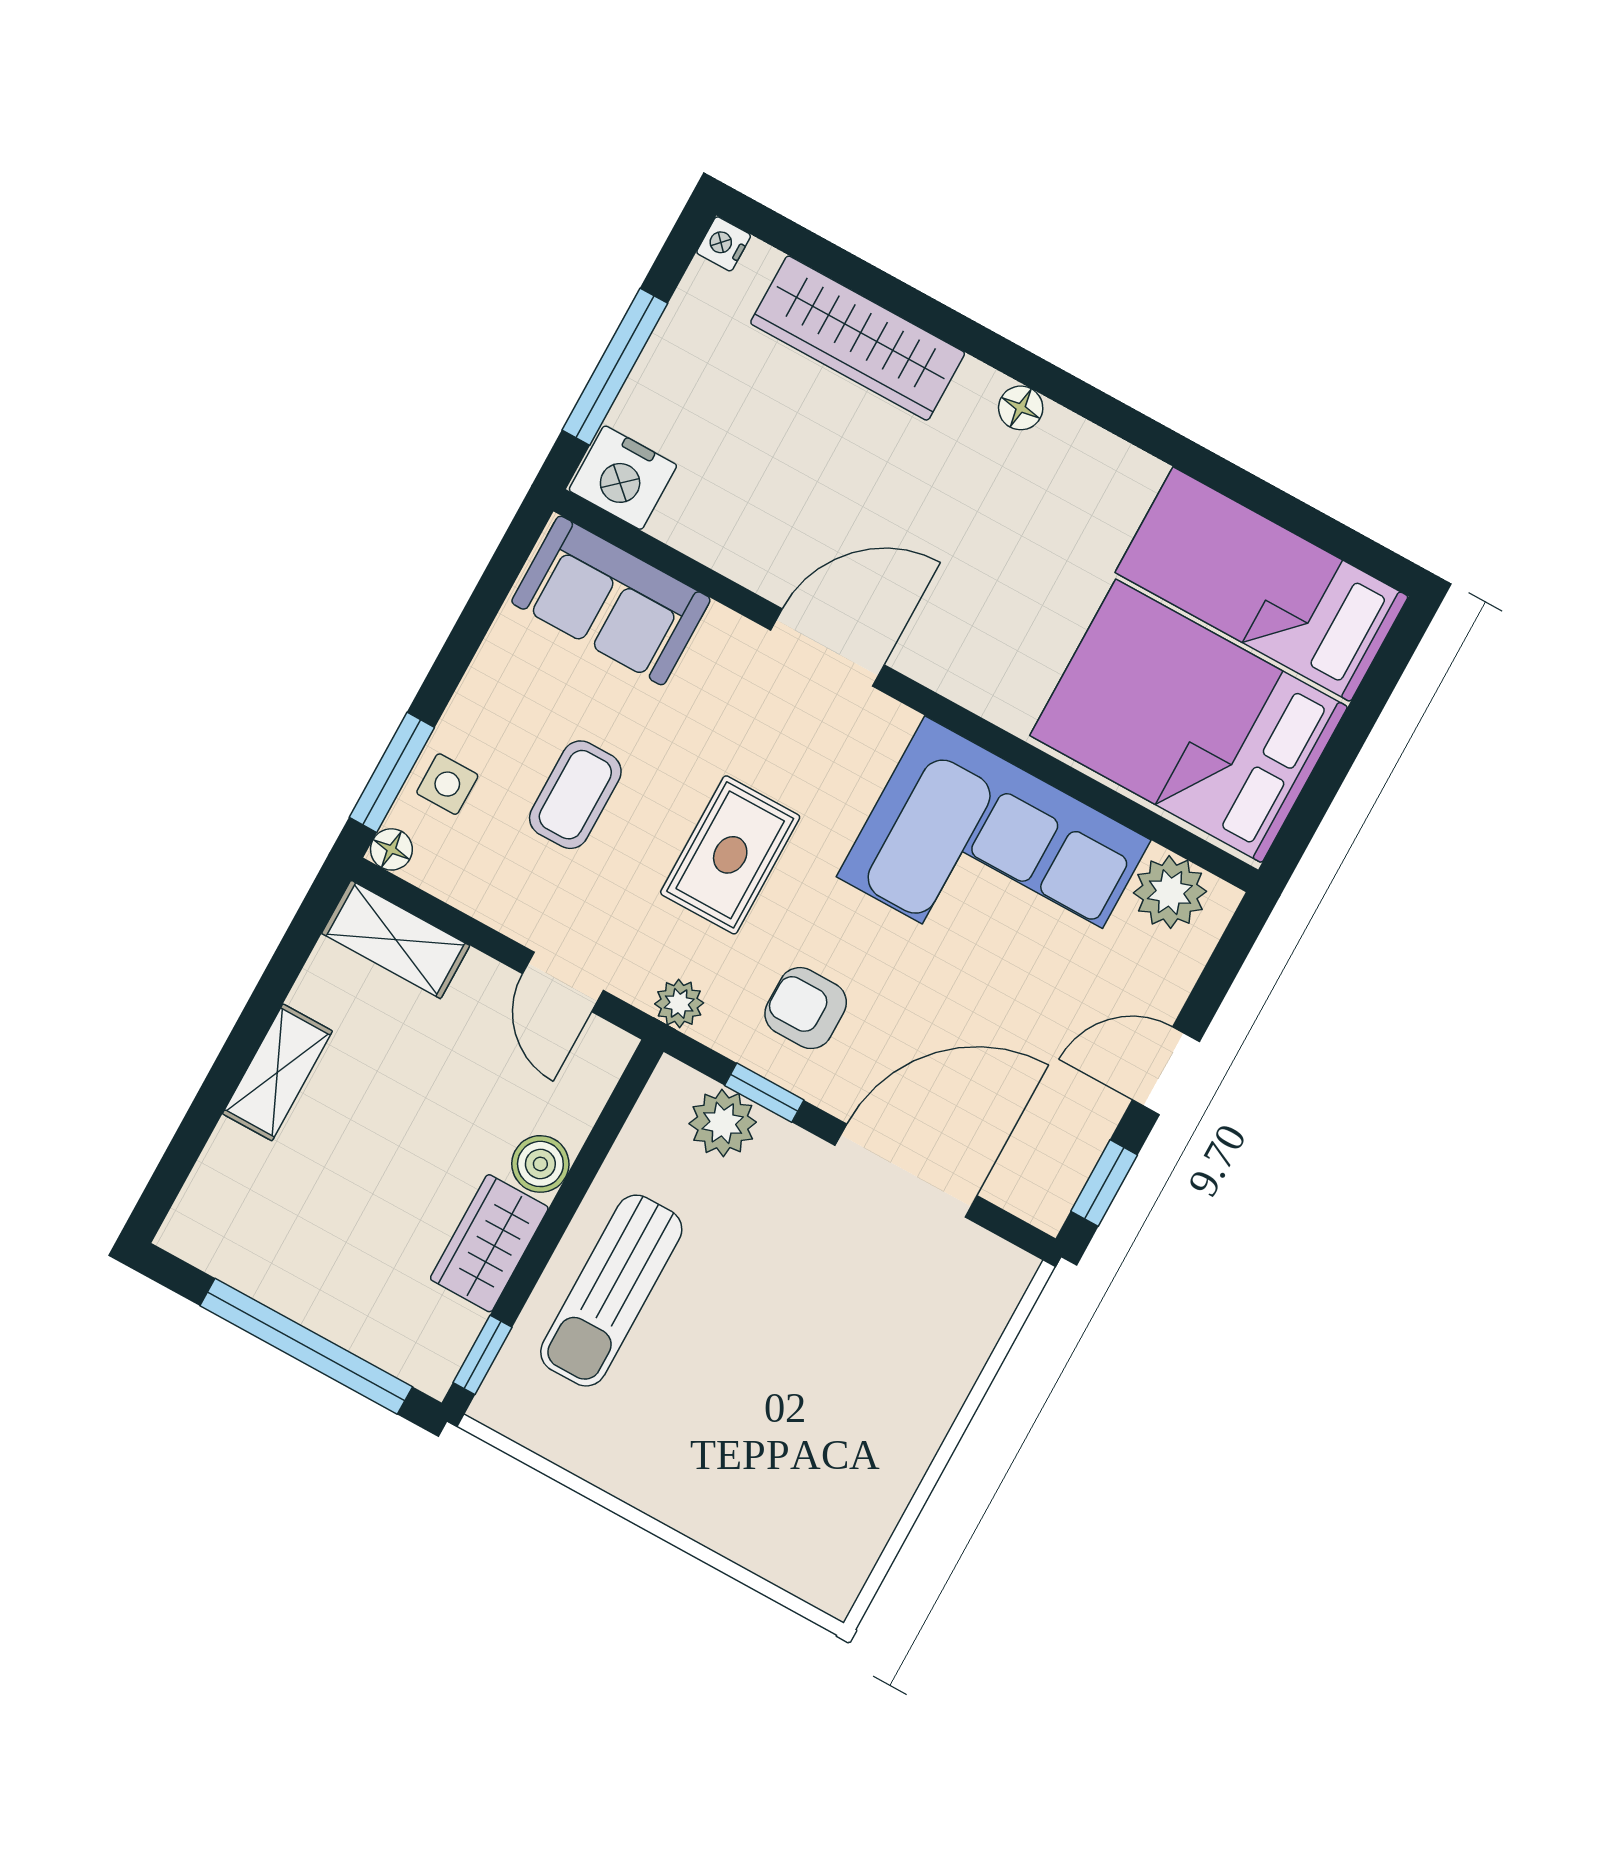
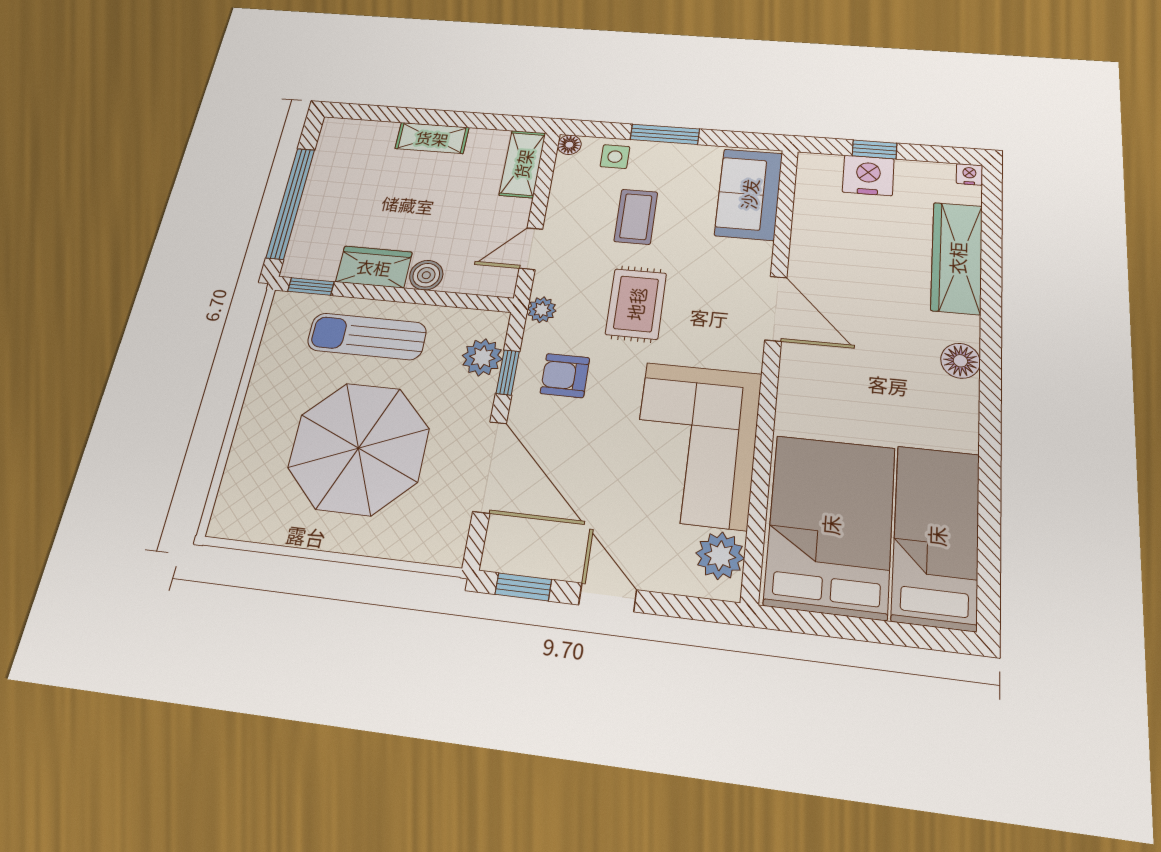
window: (615, 367) -> (875, 149), width x0.46
floor lamp: (1021, 408) -> (960, 361), width x1.37, depth x1.37
nightstand: (623, 478) -> (868, 175), moved, turned 90
window: (392, 772) -> (665, 134), moved
coffee table: (575, 795) -> (636, 217), turned 90
rug: (730, 855) -> (636, 304), turned 90
armchair: (806, 1008) -> (565, 376), turned -90
parasol: (796, 1357) -> (359, 448), added

